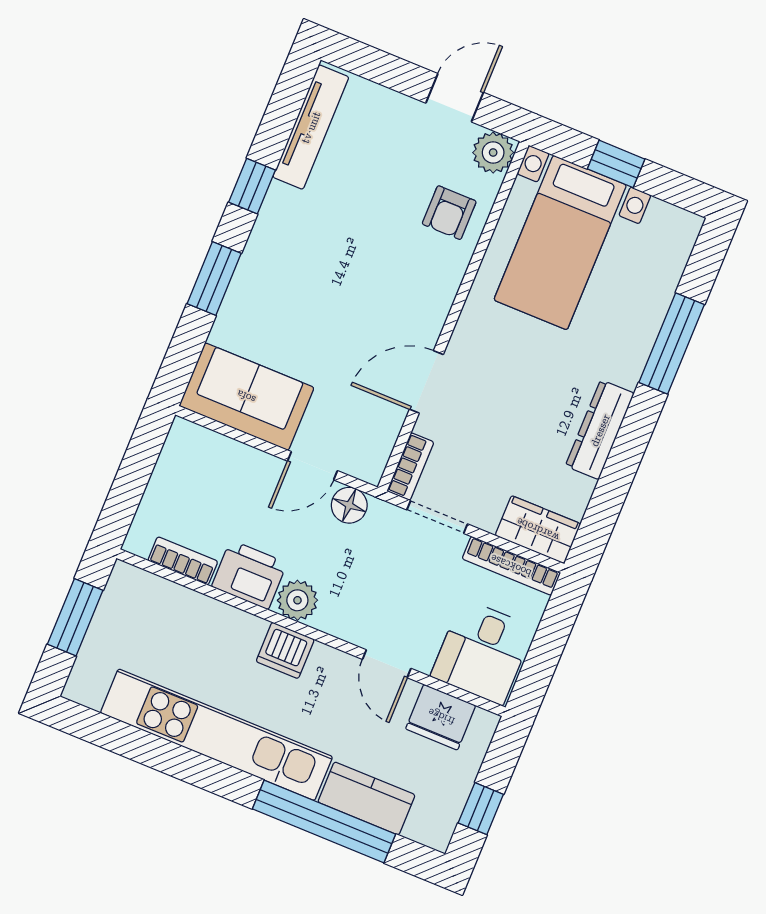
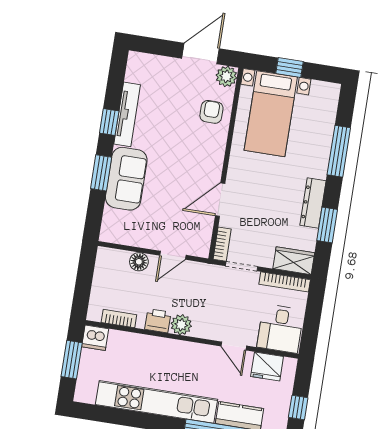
door: (455, 98) -> (200, 53), width x1.38
tv unit: (311, 127) -> (127, 114), moved
armchair: (449, 213) -> (211, 112), turned 180
sofa: (246, 397) -> (126, 179), moved, turned 90
window: (617, 477) -> (327, 225), added
floor lamp: (349, 505) -> (139, 262), moved
printer: (249, 575) -> (158, 321), width x0.73, depth x0.81
dishwasher: (285, 650) -> (95, 338), moved

